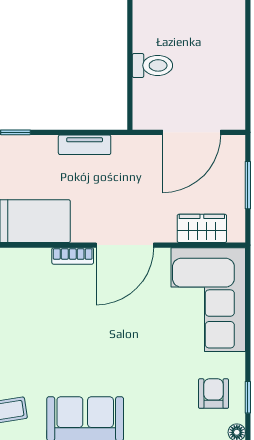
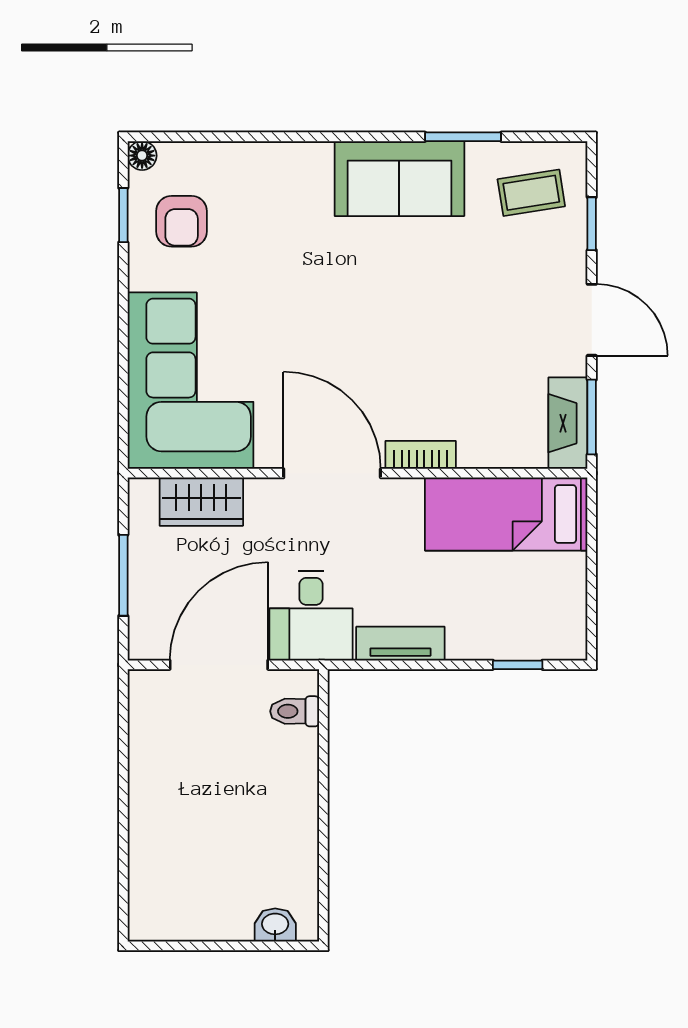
toilet: (152, 65) -> (295, 711), moved, width x0.73, depth x0.72
desk: (137, 161) -> (311, 616), added
door: (125, 245) -> (332, 473), hinge flipped

